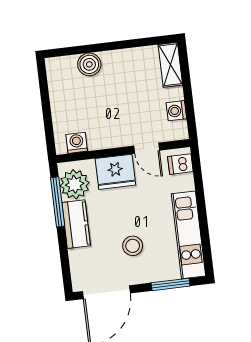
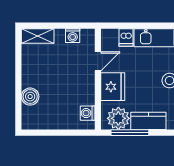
dishwasher: (180, 164) -> (126, 37), moved

